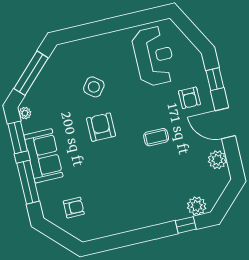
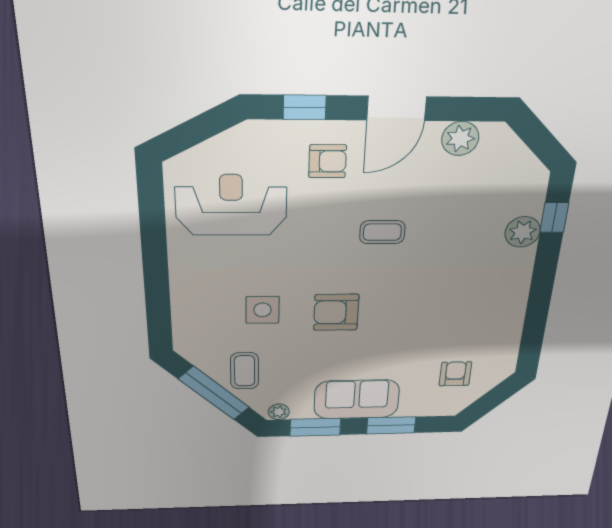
coffee table: (51, 87) -> (245, 371), added
side table: (94, 87) -> (262, 310), turned -38
coffee table: (156, 137) -> (382, 232), turned 90
window: (28, 182) -> (391, 425), width x0.69
plant: (197, 206) -> (523, 232), moved

